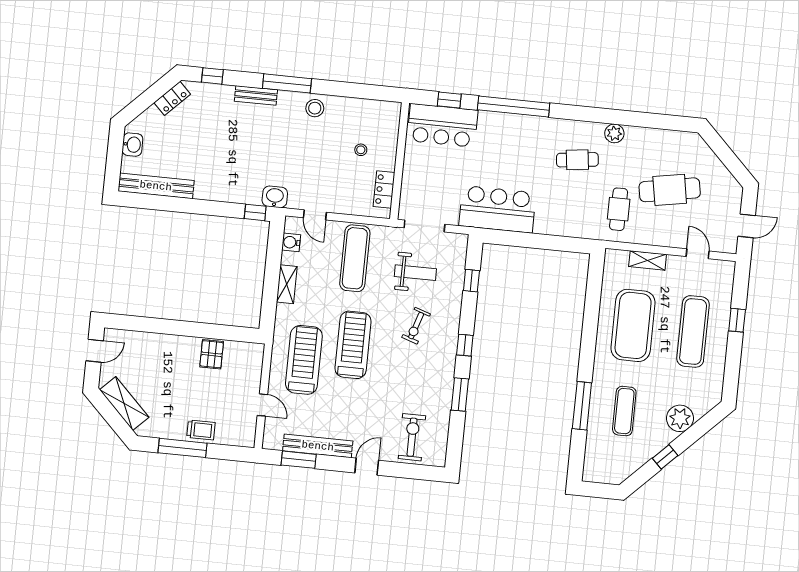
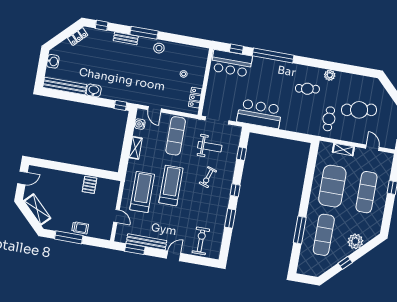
washbasin: (275, 197) -> (94, 90), moved
exercise mat: (624, 411) -> (324, 235), width x1.36, depth x1.45

